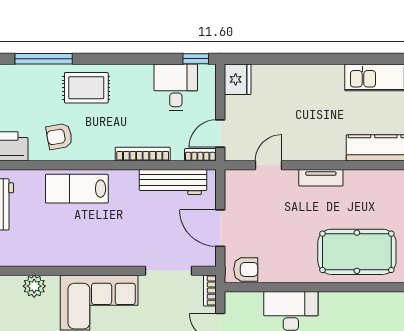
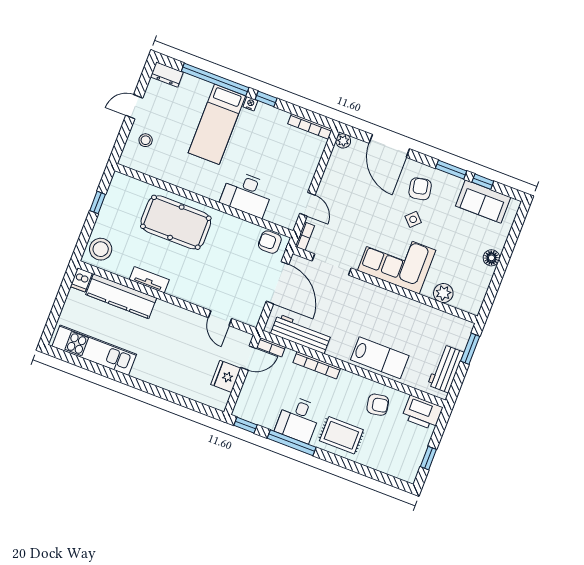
window: (44, 59) -> (292, 443), moved
fridge: (238, 79) -> (226, 376), moved
desk: (176, 87) -> (298, 419), moved
door: (269, 165) -> (220, 318), hinge flipped
tv unit: (321, 178) -> (149, 280), moved
door: (220, 228) -> (277, 283), width x1.36

